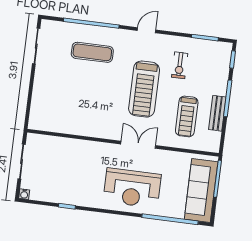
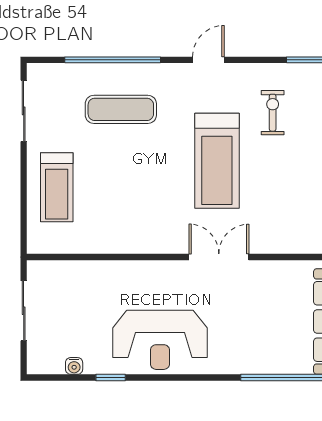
exercise bike: (180, 65) -> (273, 113), turned 180
treadmill: (187, 116) -> (57, 187), moved
reception desk: (132, 188) -> (160, 340), moved
water cooler: (24, 194) -> (74, 366), moved

